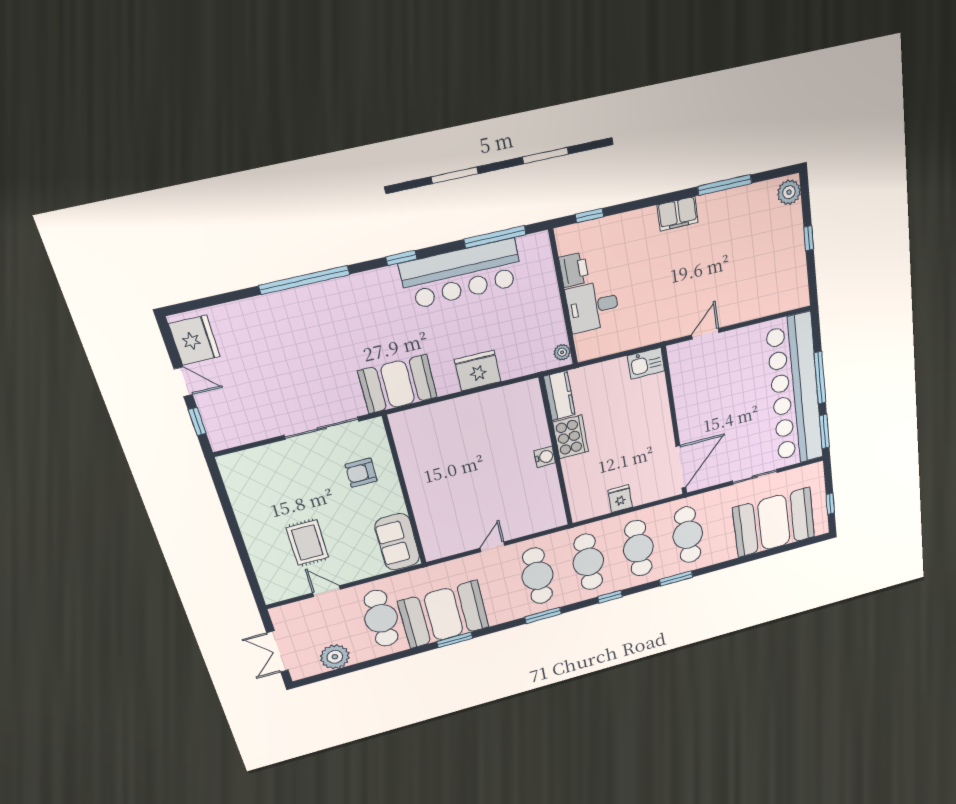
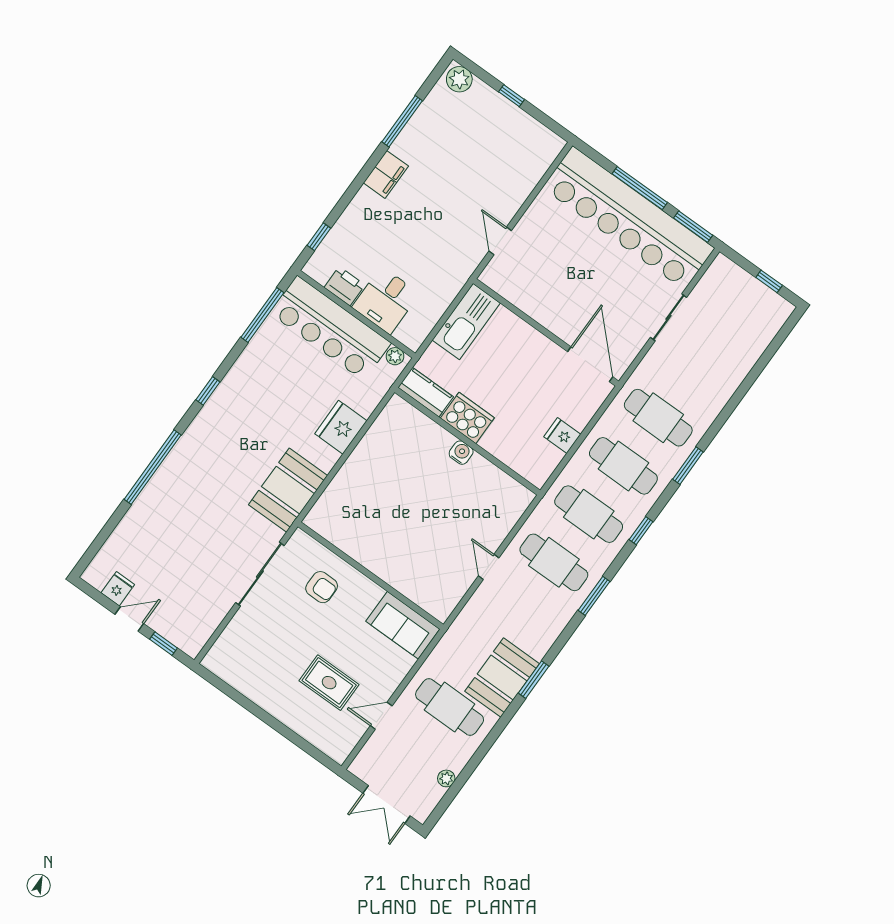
bar counter: (462, 274) -> (330, 328), moved, turned 90
fridge: (194, 340) -> (118, 589), width x0.53, depth x0.75
kitchen sink: (646, 363) -> (466, 321), width x1.88, depth x1.24
armchair: (361, 473) -> (322, 587), turned -90
booth: (774, 522) -> (731, 341), removed
booth: (444, 614) -> (502, 678), width x0.73, depth x0.70
plant: (335, 657) -> (446, 778), width x0.53, depth x0.53

